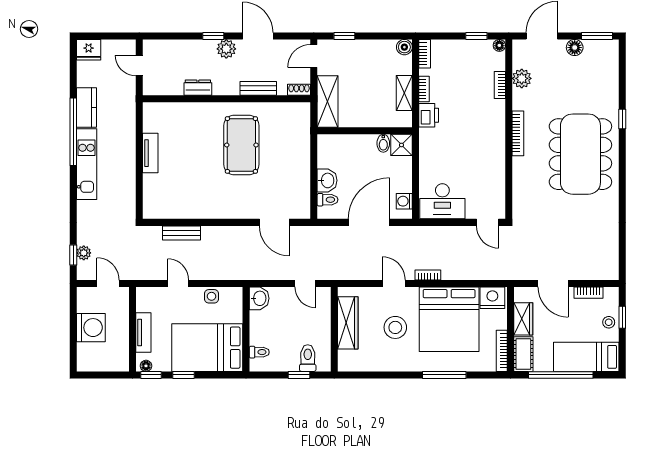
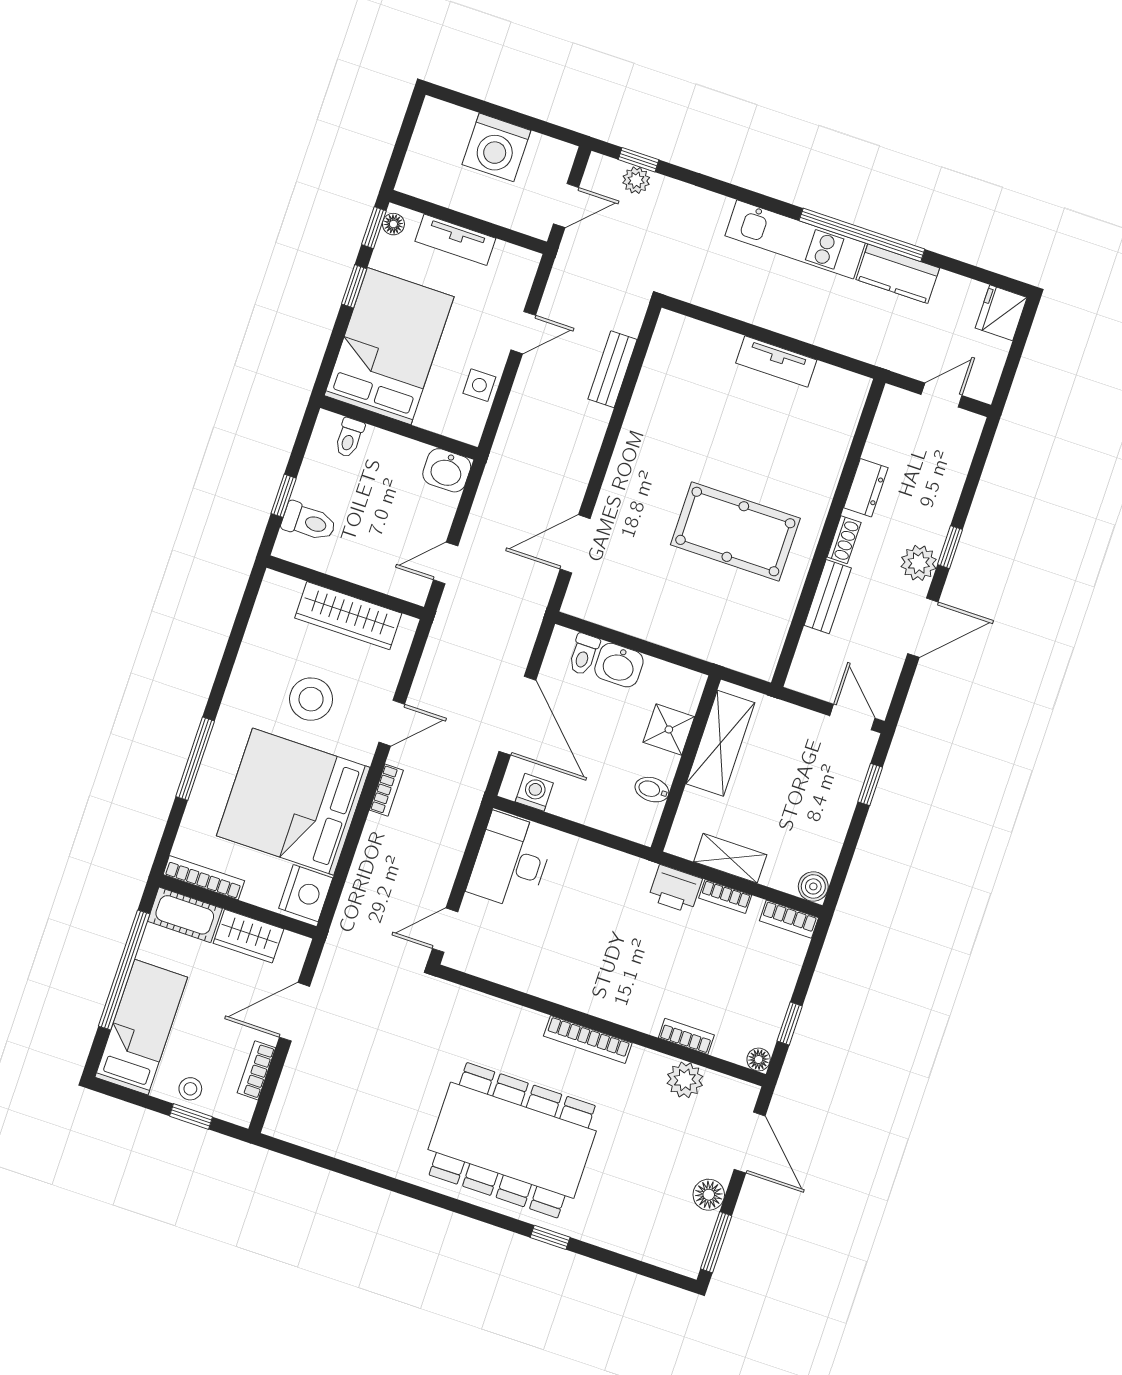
shoe rack: (299, 90) -> (844, 540), moved
shelving: (328, 102) -> (720, 743), moved, turned 90
shower: (401, 145) -> (669, 729), moved

